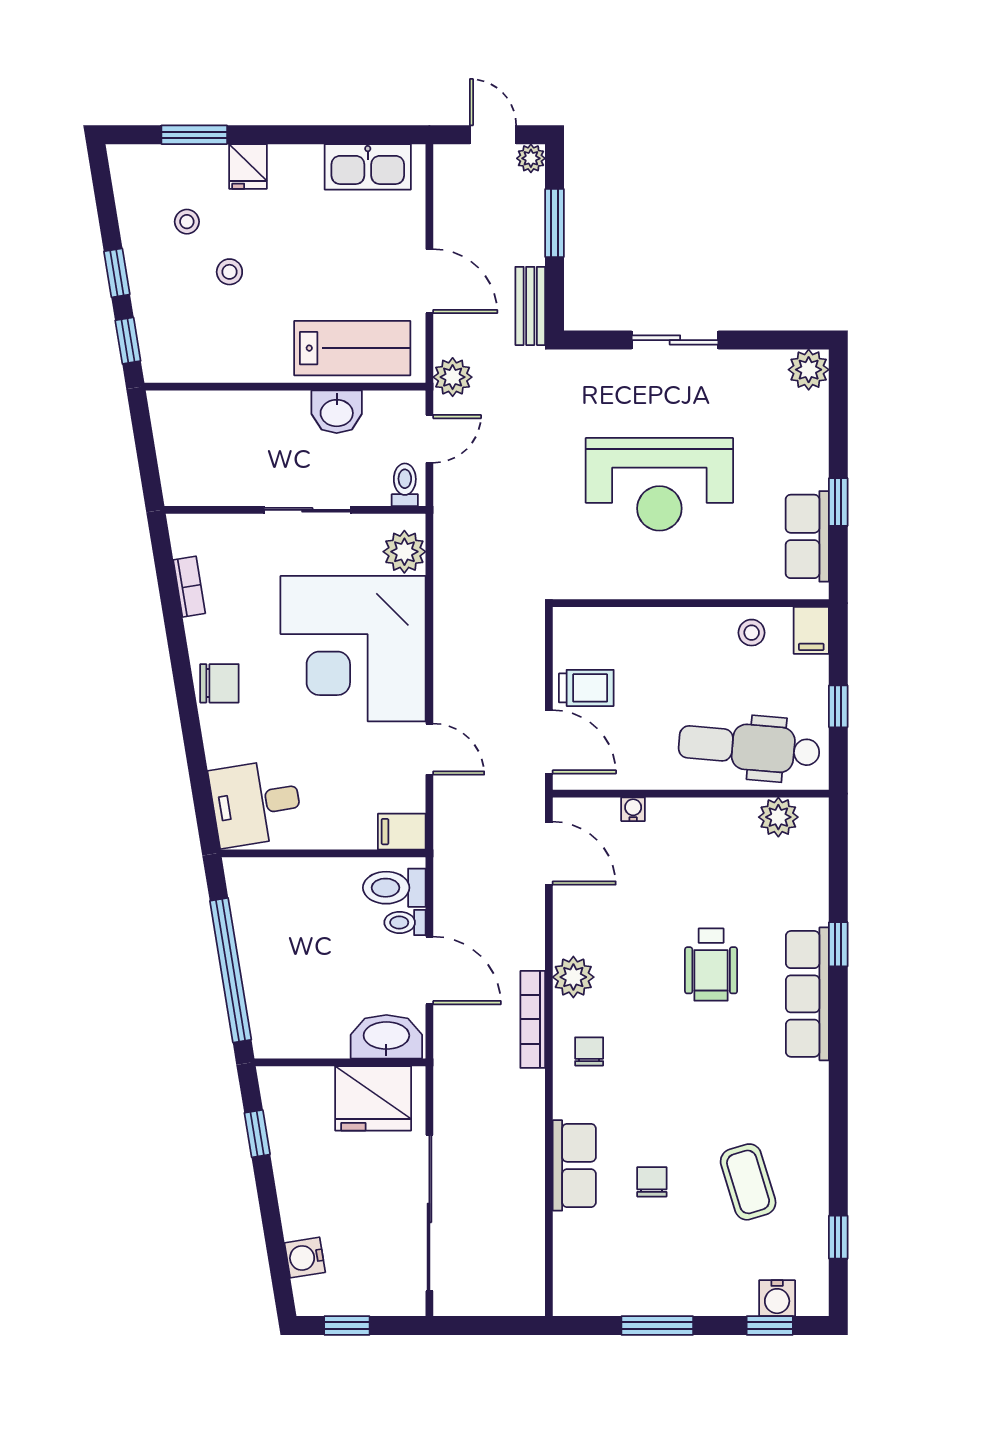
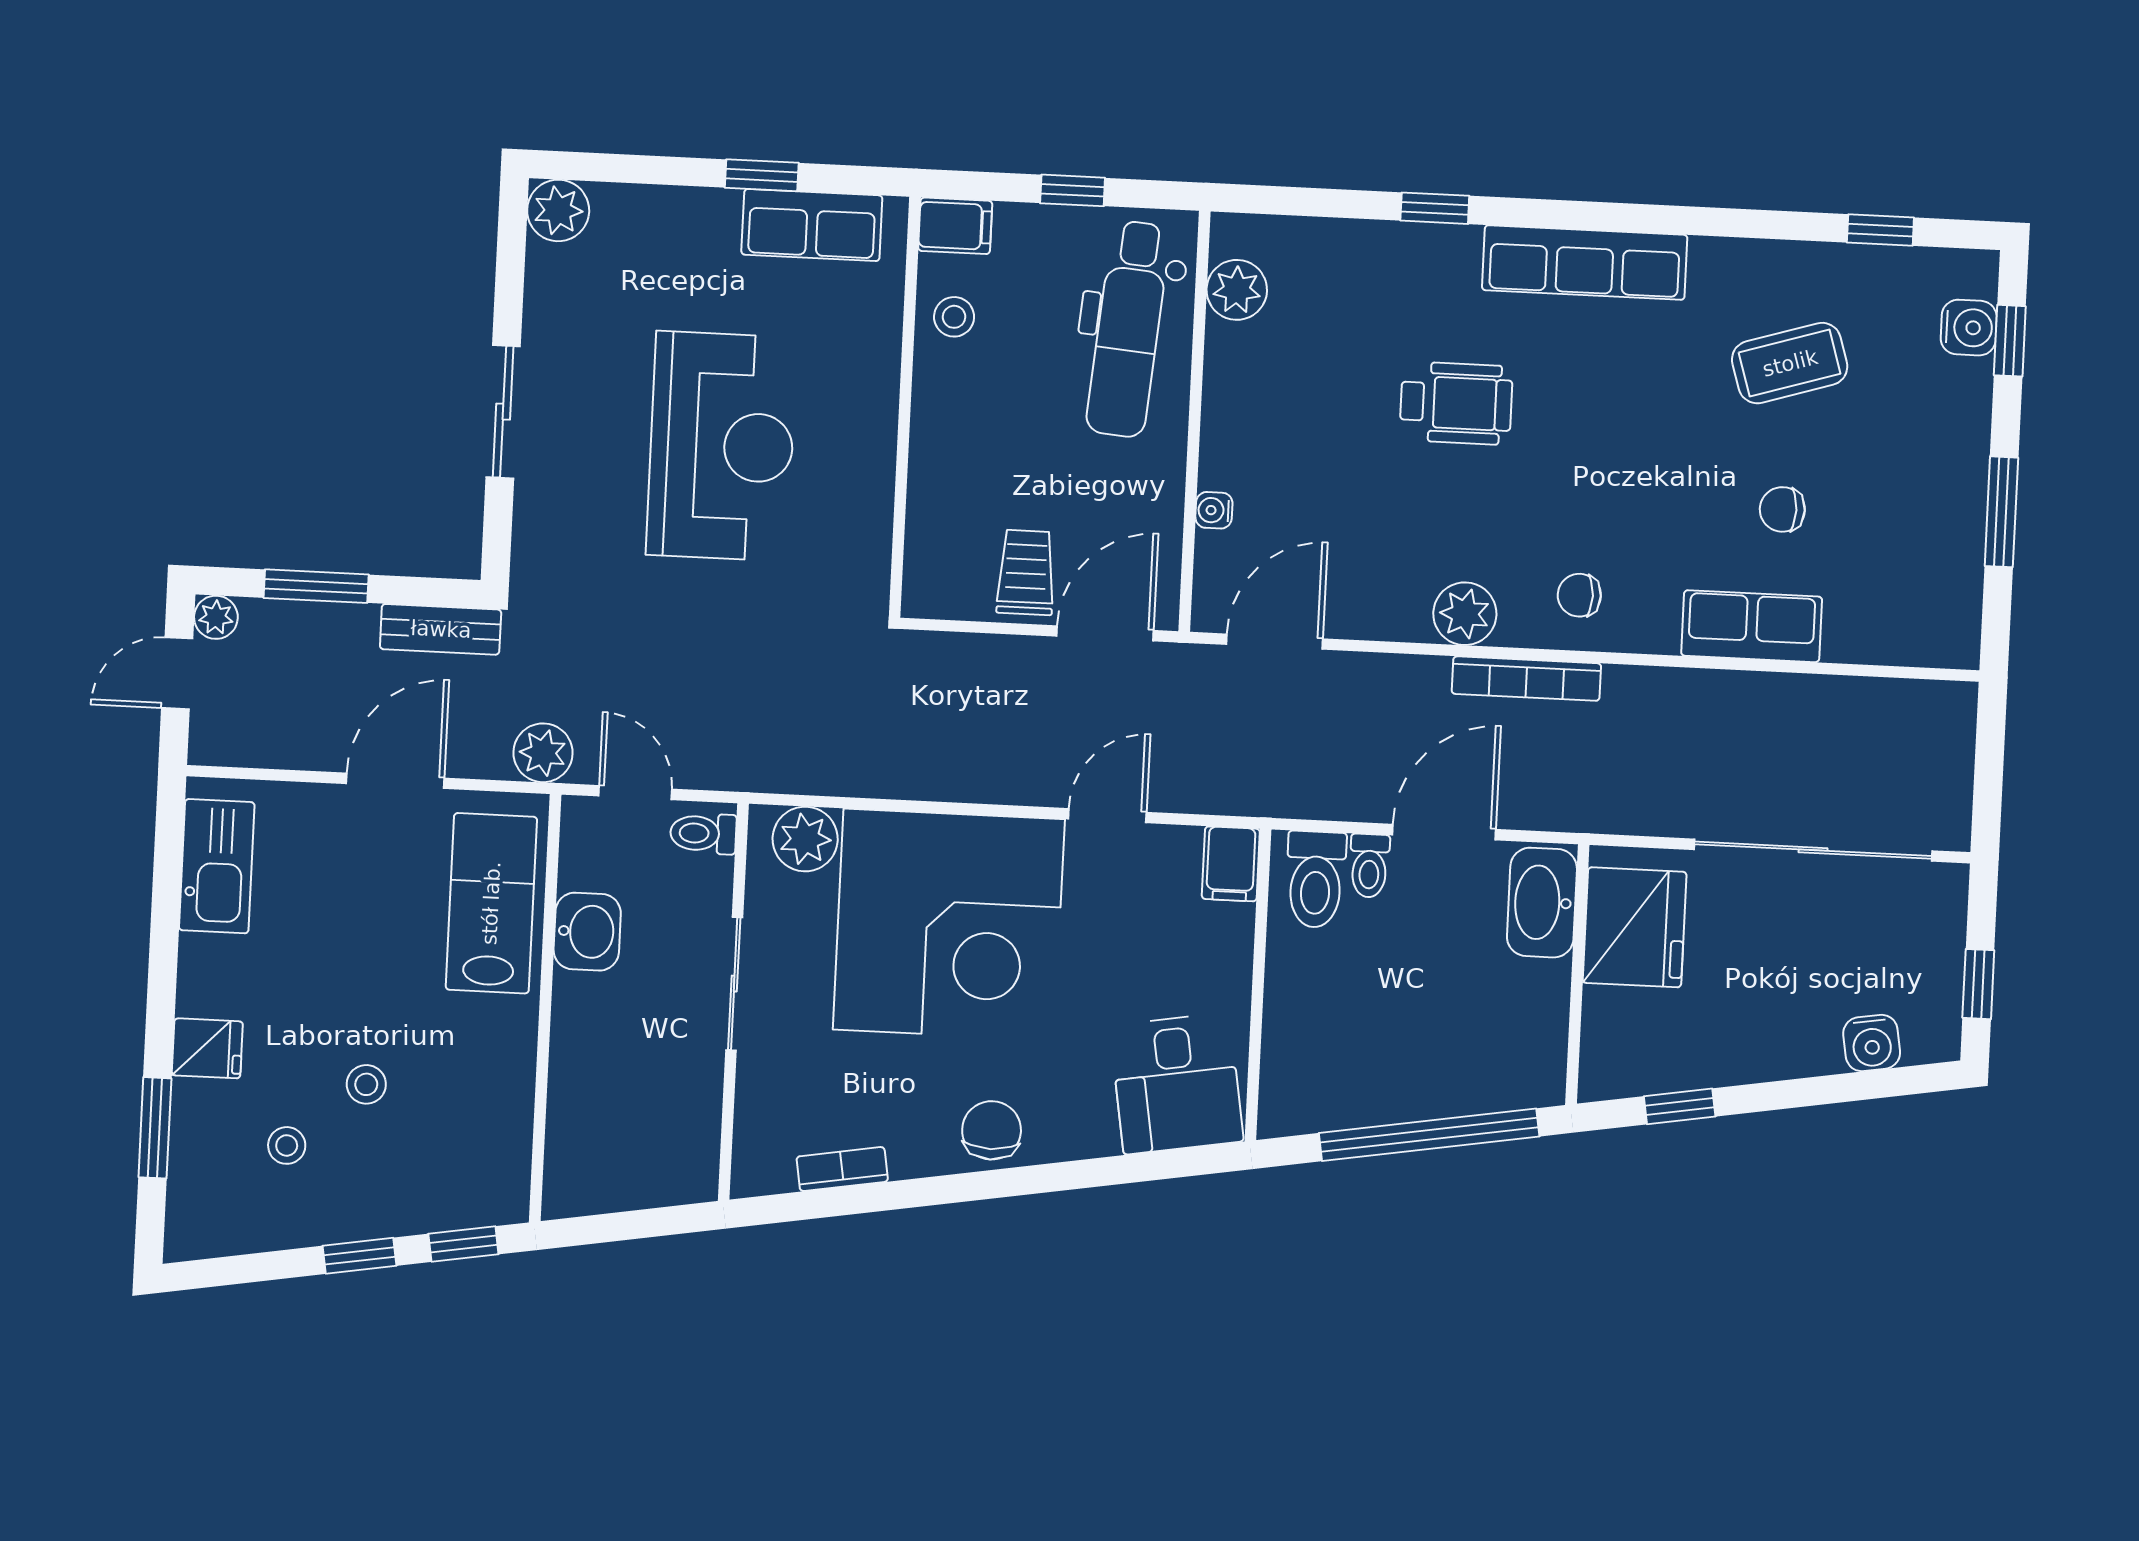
row of seats: (807, 994) -> (1585, 263), moved

